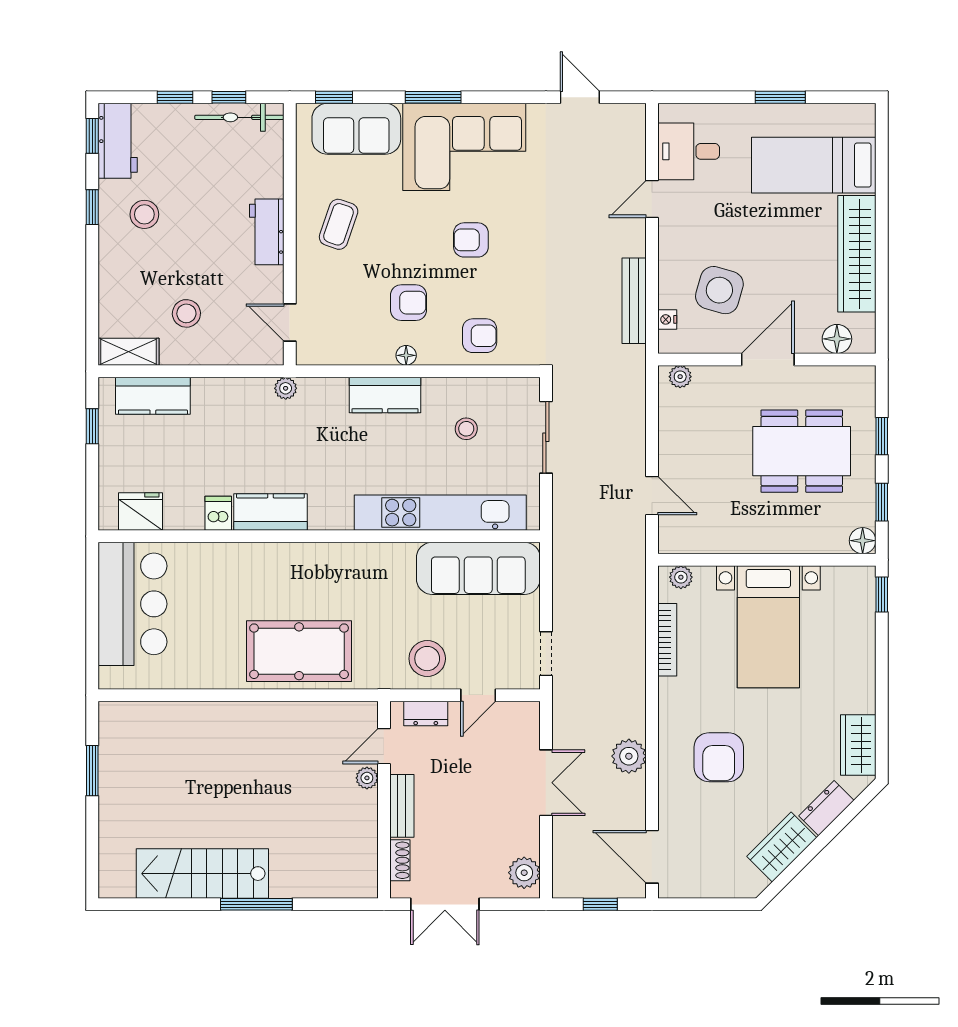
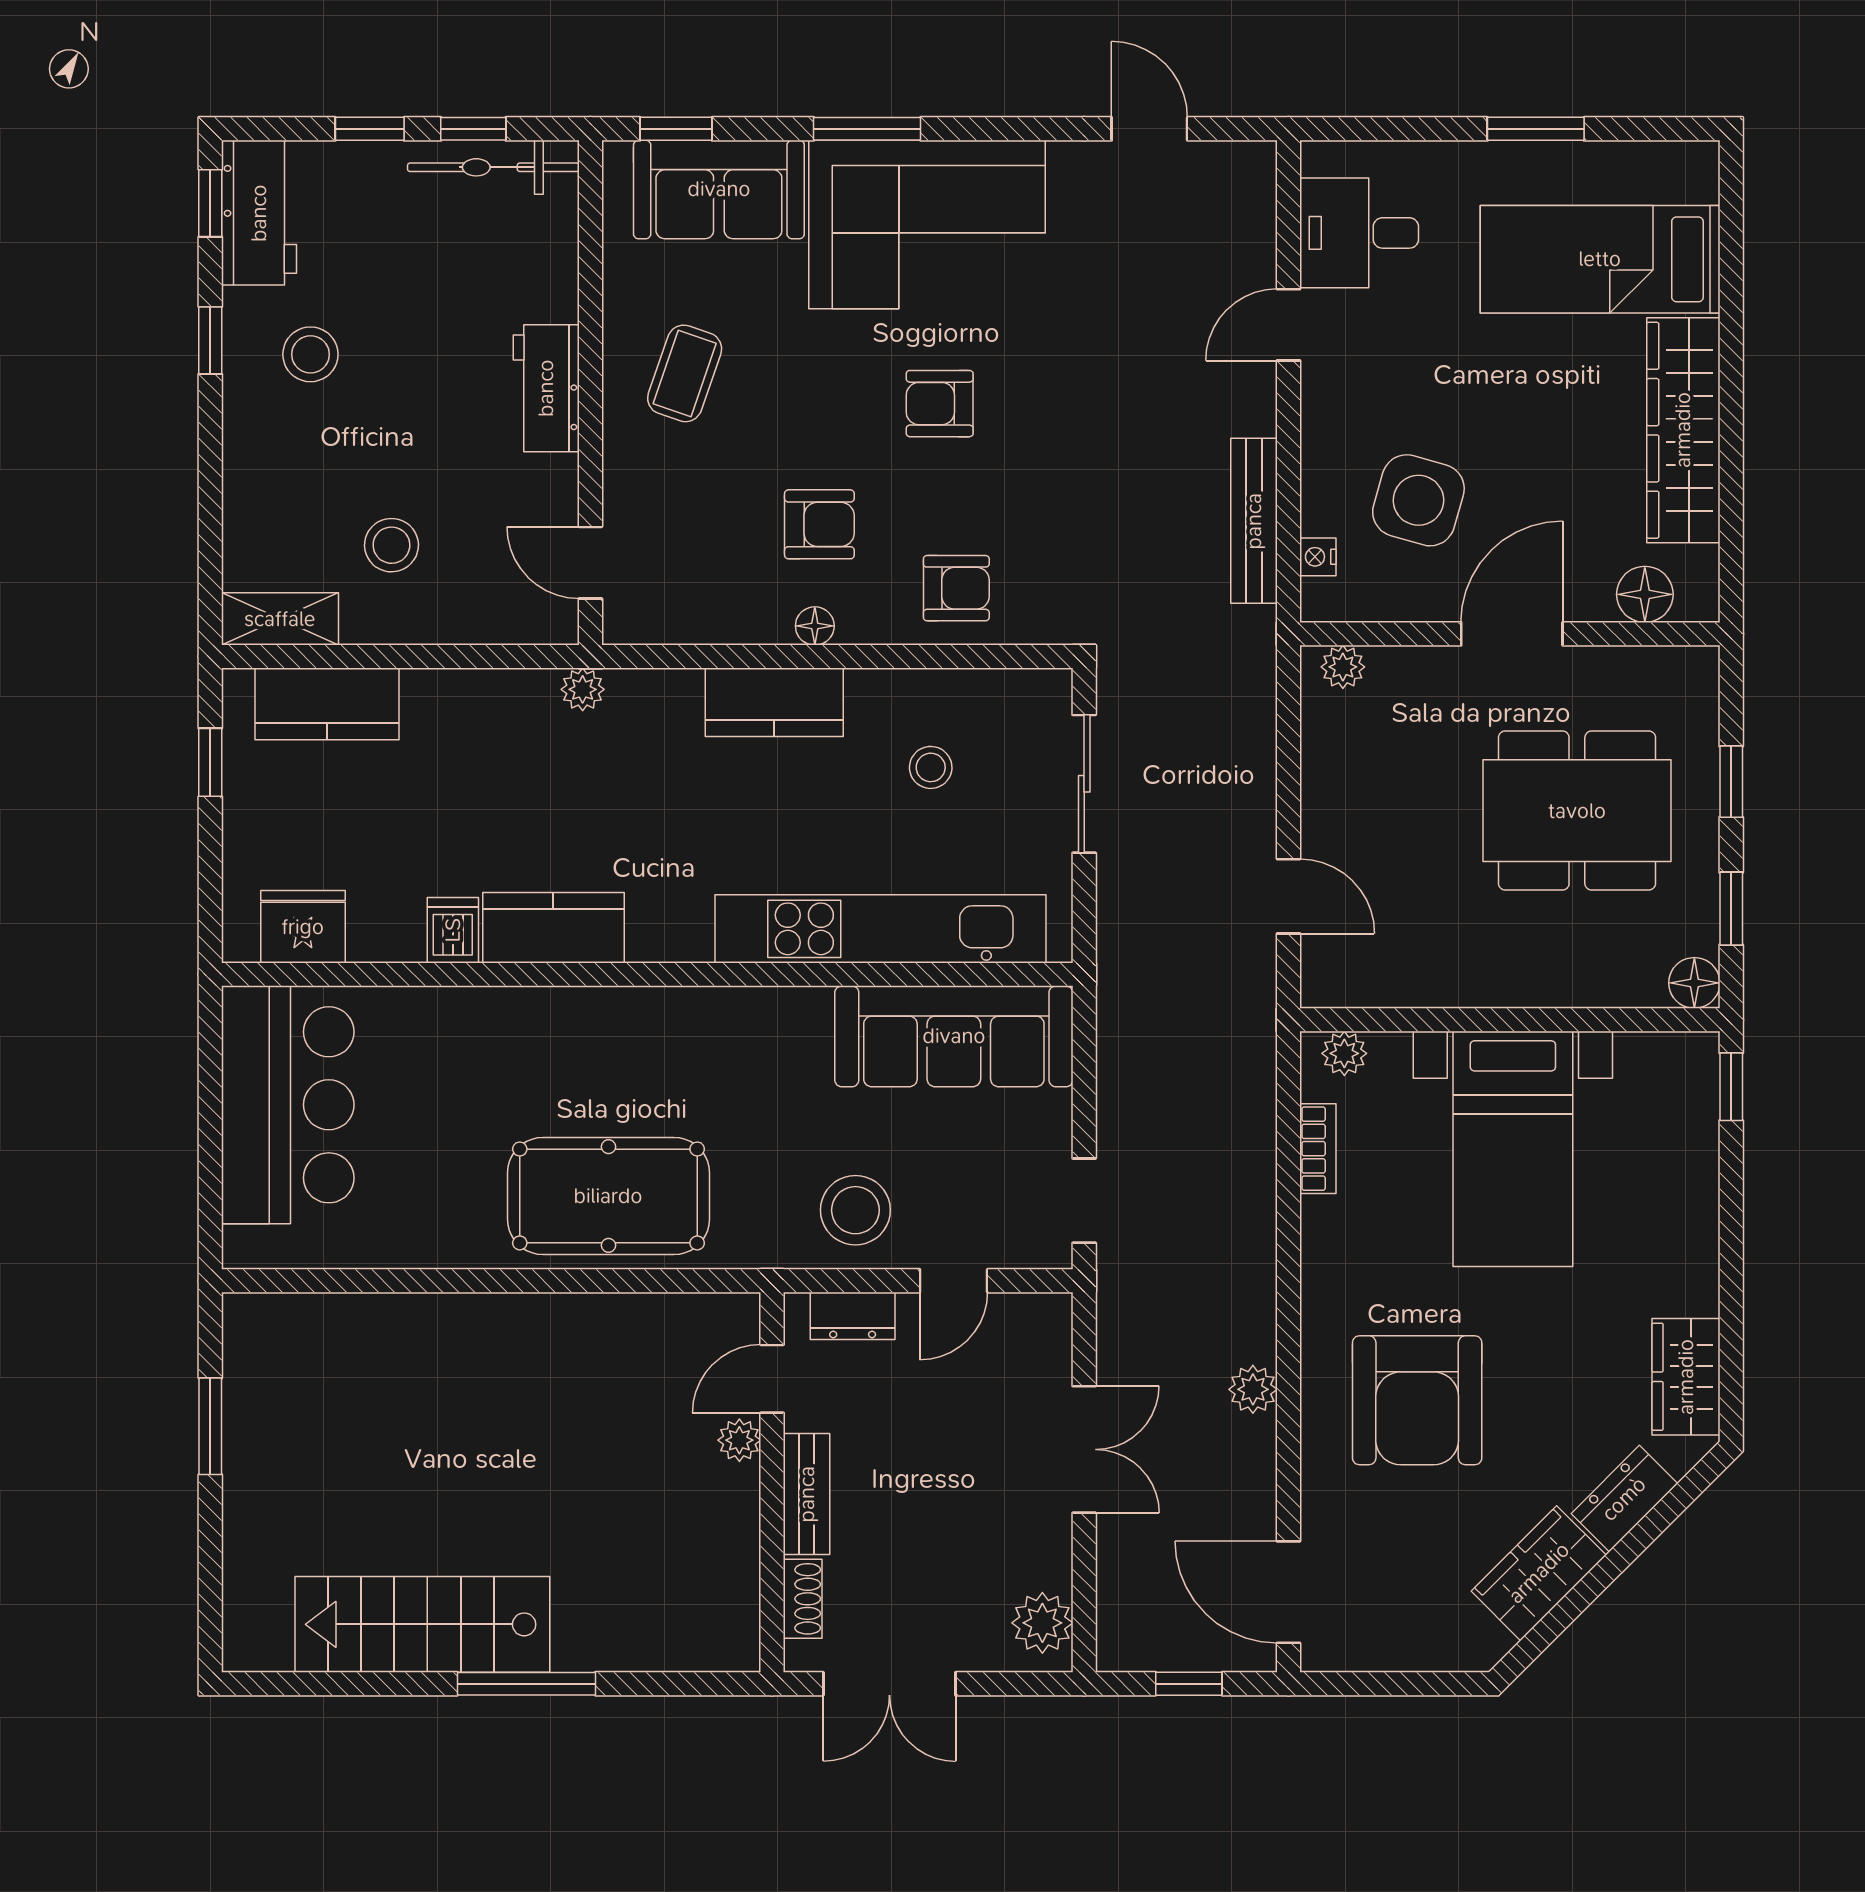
bookcase: (667, 640) -> (1318, 1149), width x0.64
plant: (629, 756) -> (1253, 1389), width x0.73, depth x0.73
armchair: (719, 757) -> (1417, 1400), width x1.36, depth x1.36

